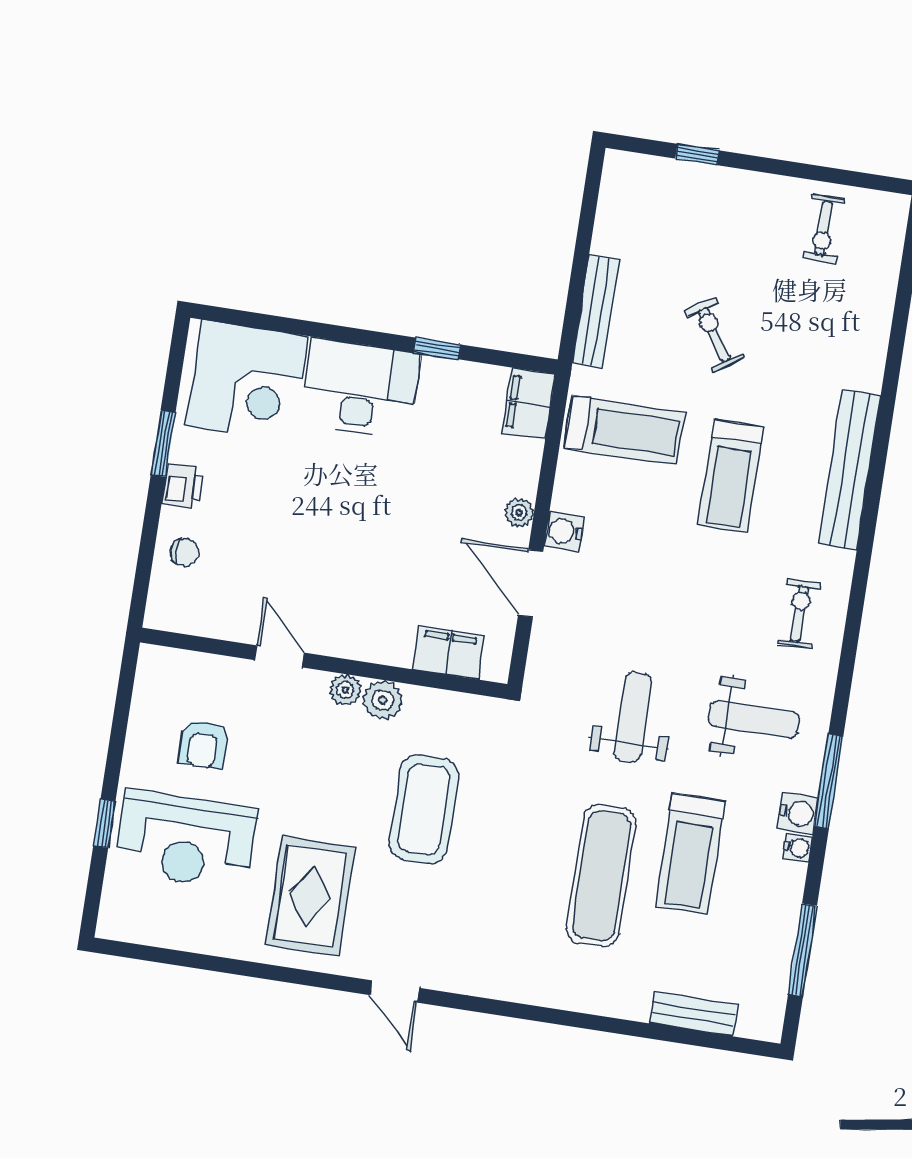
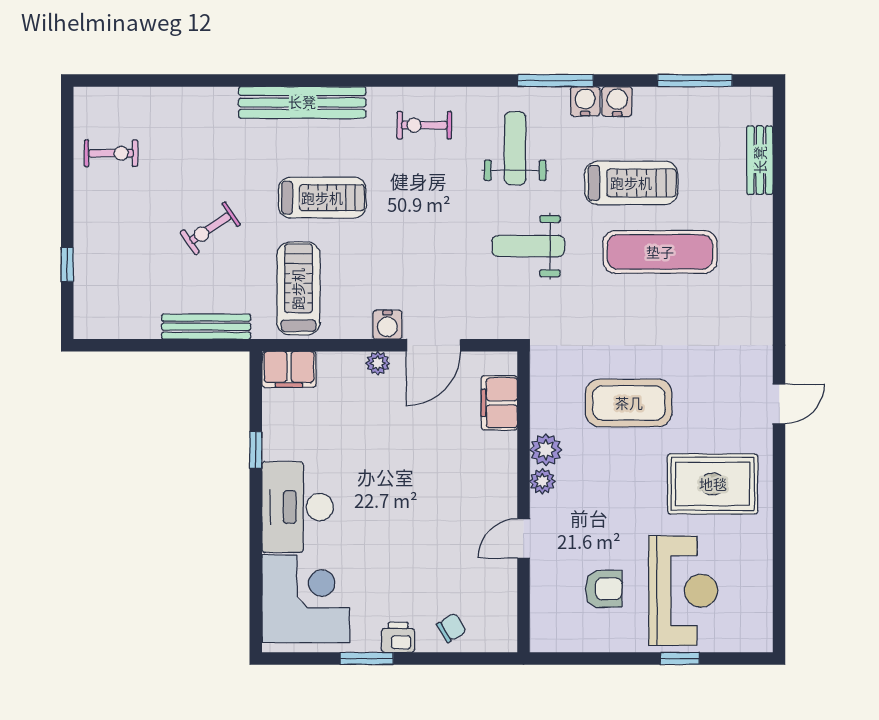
chair: (184, 552) -> (451, 628), turned 59
water cooler: (797, 848) -> (617, 102), width x1.38, depth x1.38

